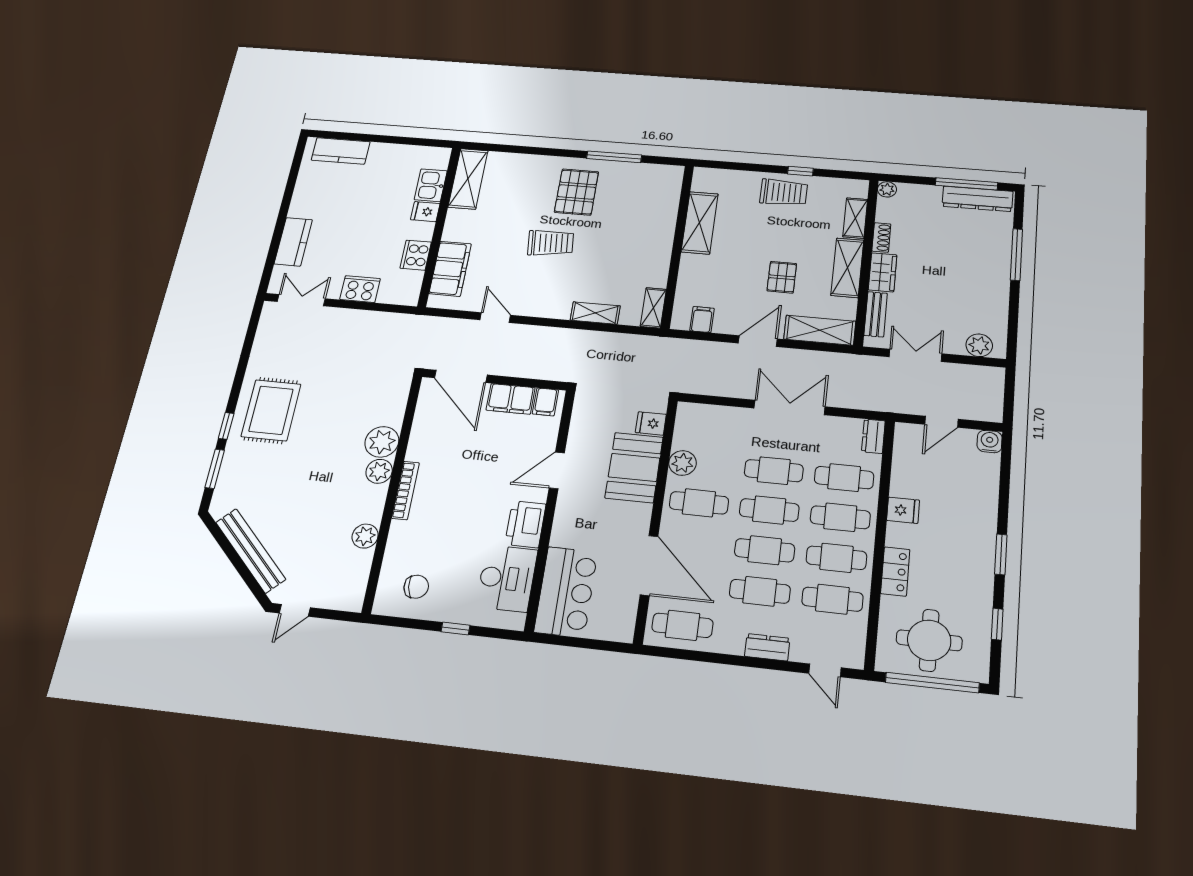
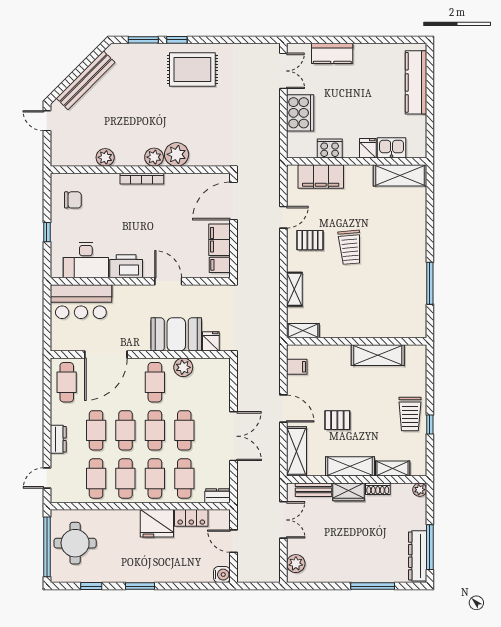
kitchen counter: (341, 151) -> (416, 82), width x1.50
pallet: (577, 192) -> (310, 240), moved, width x0.67, depth x0.71
cooker: (360, 289) -> (300, 113), width x1.37, depth x1.31
fridge: (903, 510) -> (157, 523), width x1.88, depth x1.34
locker: (895, 571) -> (191, 518), moved
chair: (416, 587) -> (73, 200), turned -81

